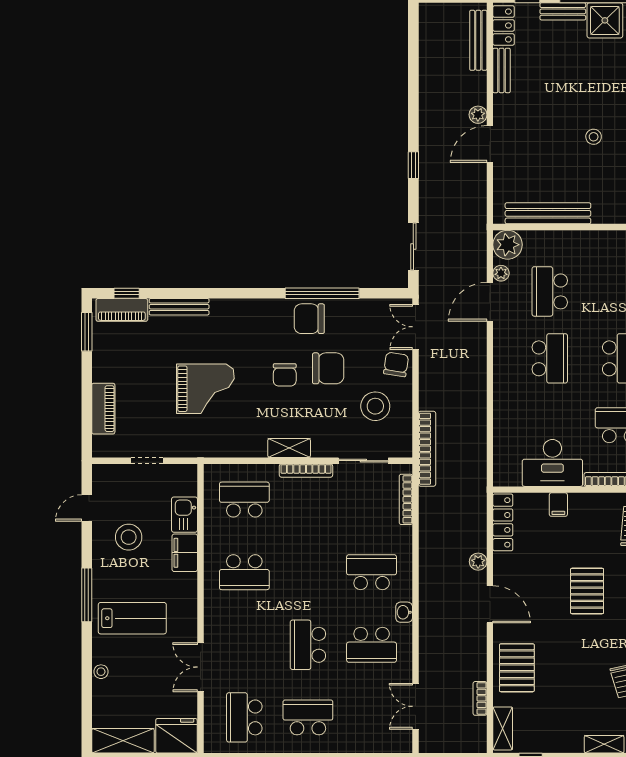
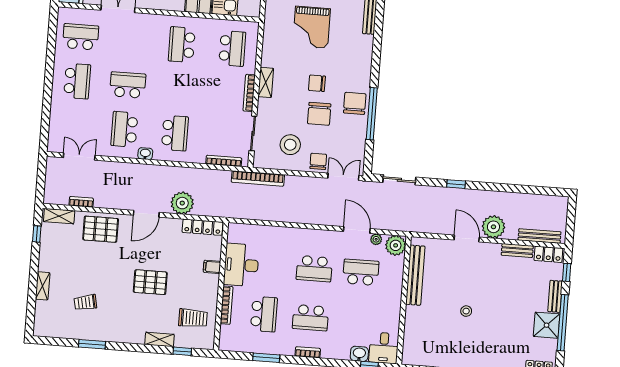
plant: (478, 115) -> (493, 227), width x1.87, depth x1.87
chair: (396, 364) -> (318, 161), turned -99
plant: (478, 562) -> (182, 203), width x1.87, depth x1.87

